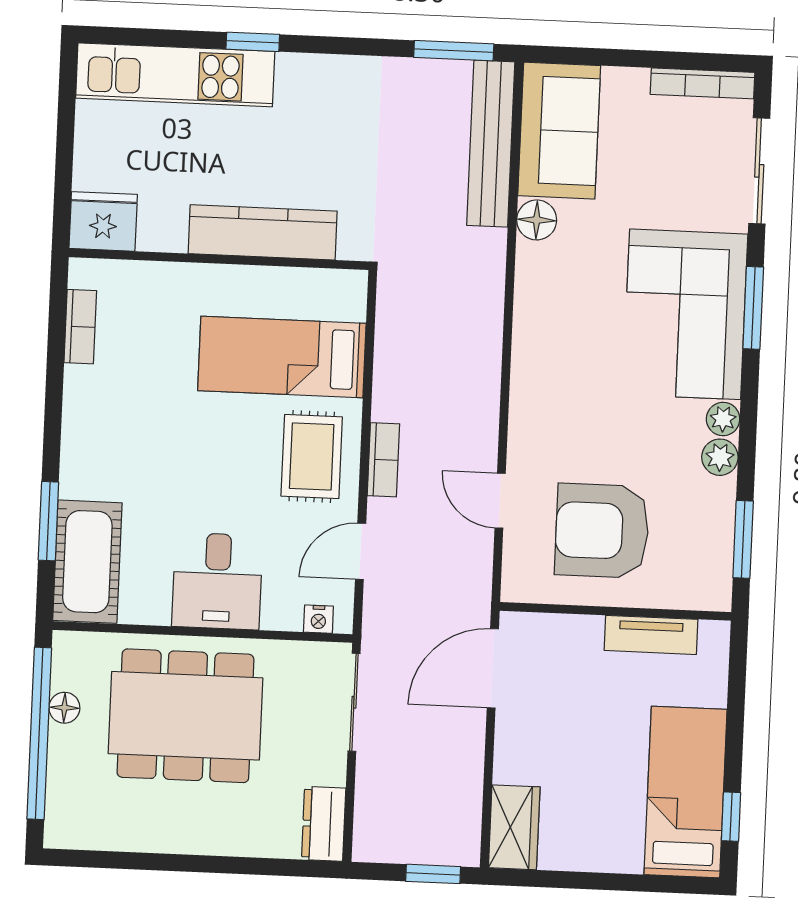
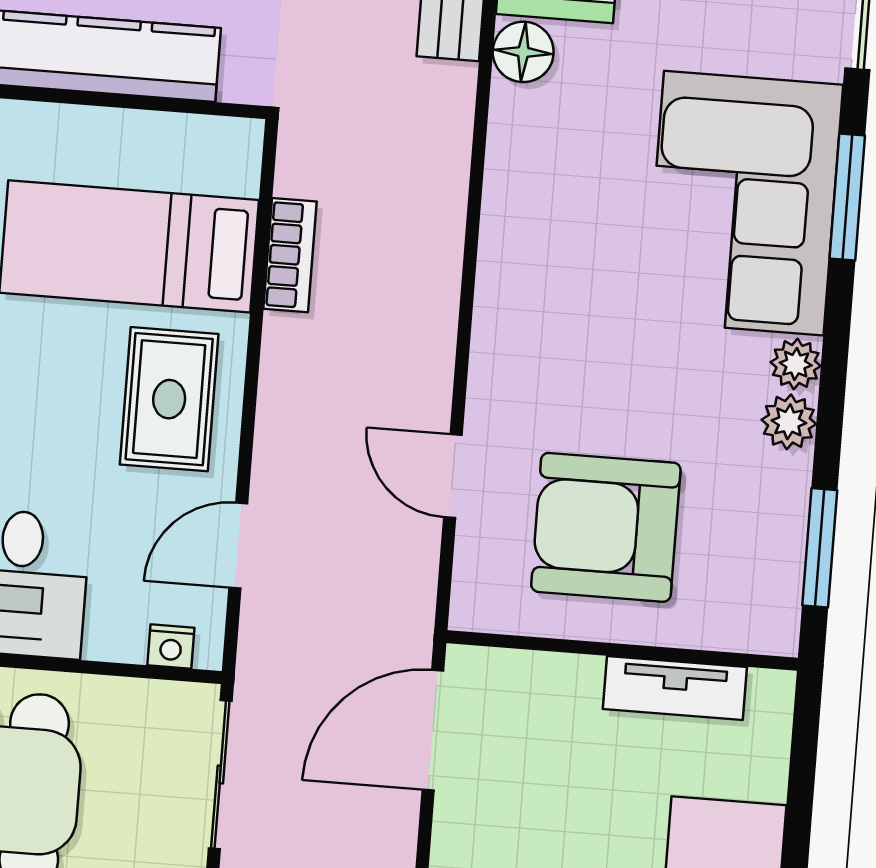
bookcase: (383, 460) -> (290, 255), moved

